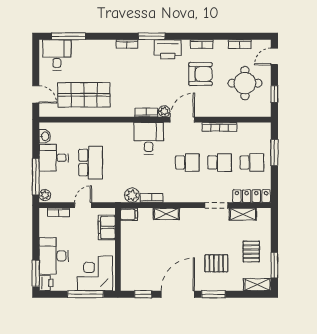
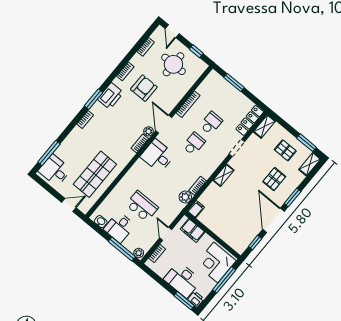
school desk: (252, 162) -> (228, 102), removed
shelving: (166, 214) -> (224, 175), moved
shelving: (243, 214) -> (264, 126), moved

